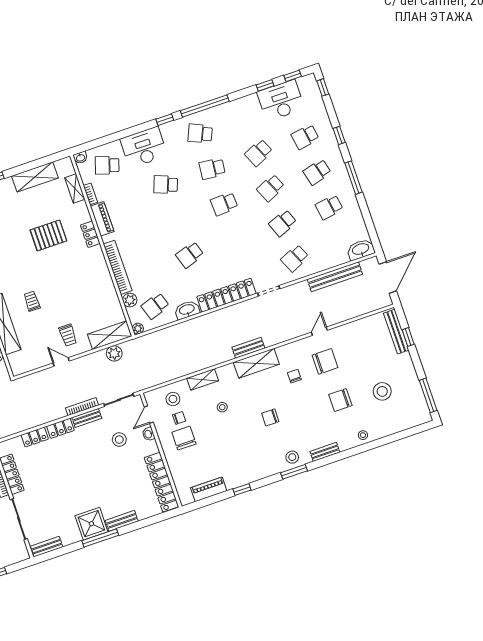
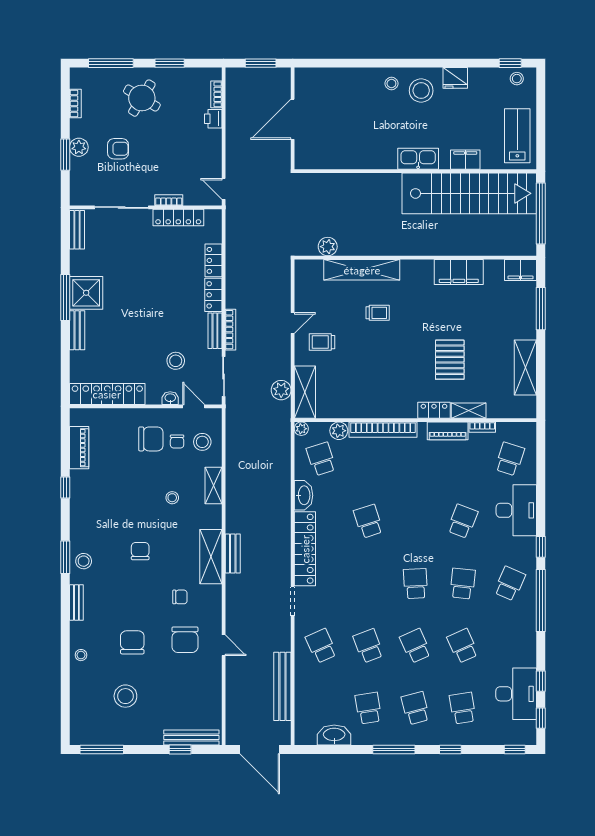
washbasin: (80, 158) -> (530, 430), removed
shelving: (75, 188) -> (469, 411), moved
washbasin: (361, 249) -> (334, 735), moved, turned -90

